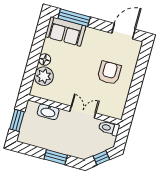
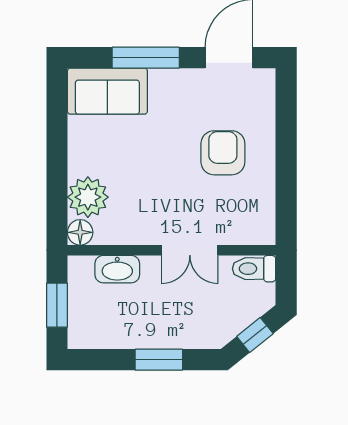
window: (74, 18) -> (146, 58), moved
floor lamp: (45, 60) -> (80, 232), moved
double door: (83, 112) -> (190, 250), swing flipped

